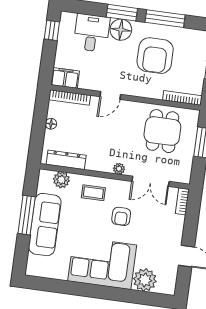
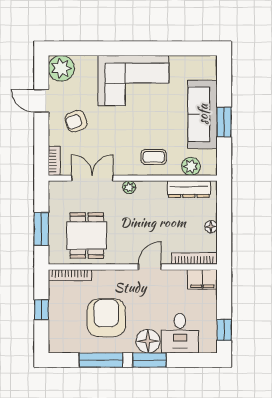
window: (27, 215) -> (224, 122), width x0.69
armchair: (121, 216) -> (76, 121), moved, turned -109
plant: (145, 280) -> (61, 68), moved

